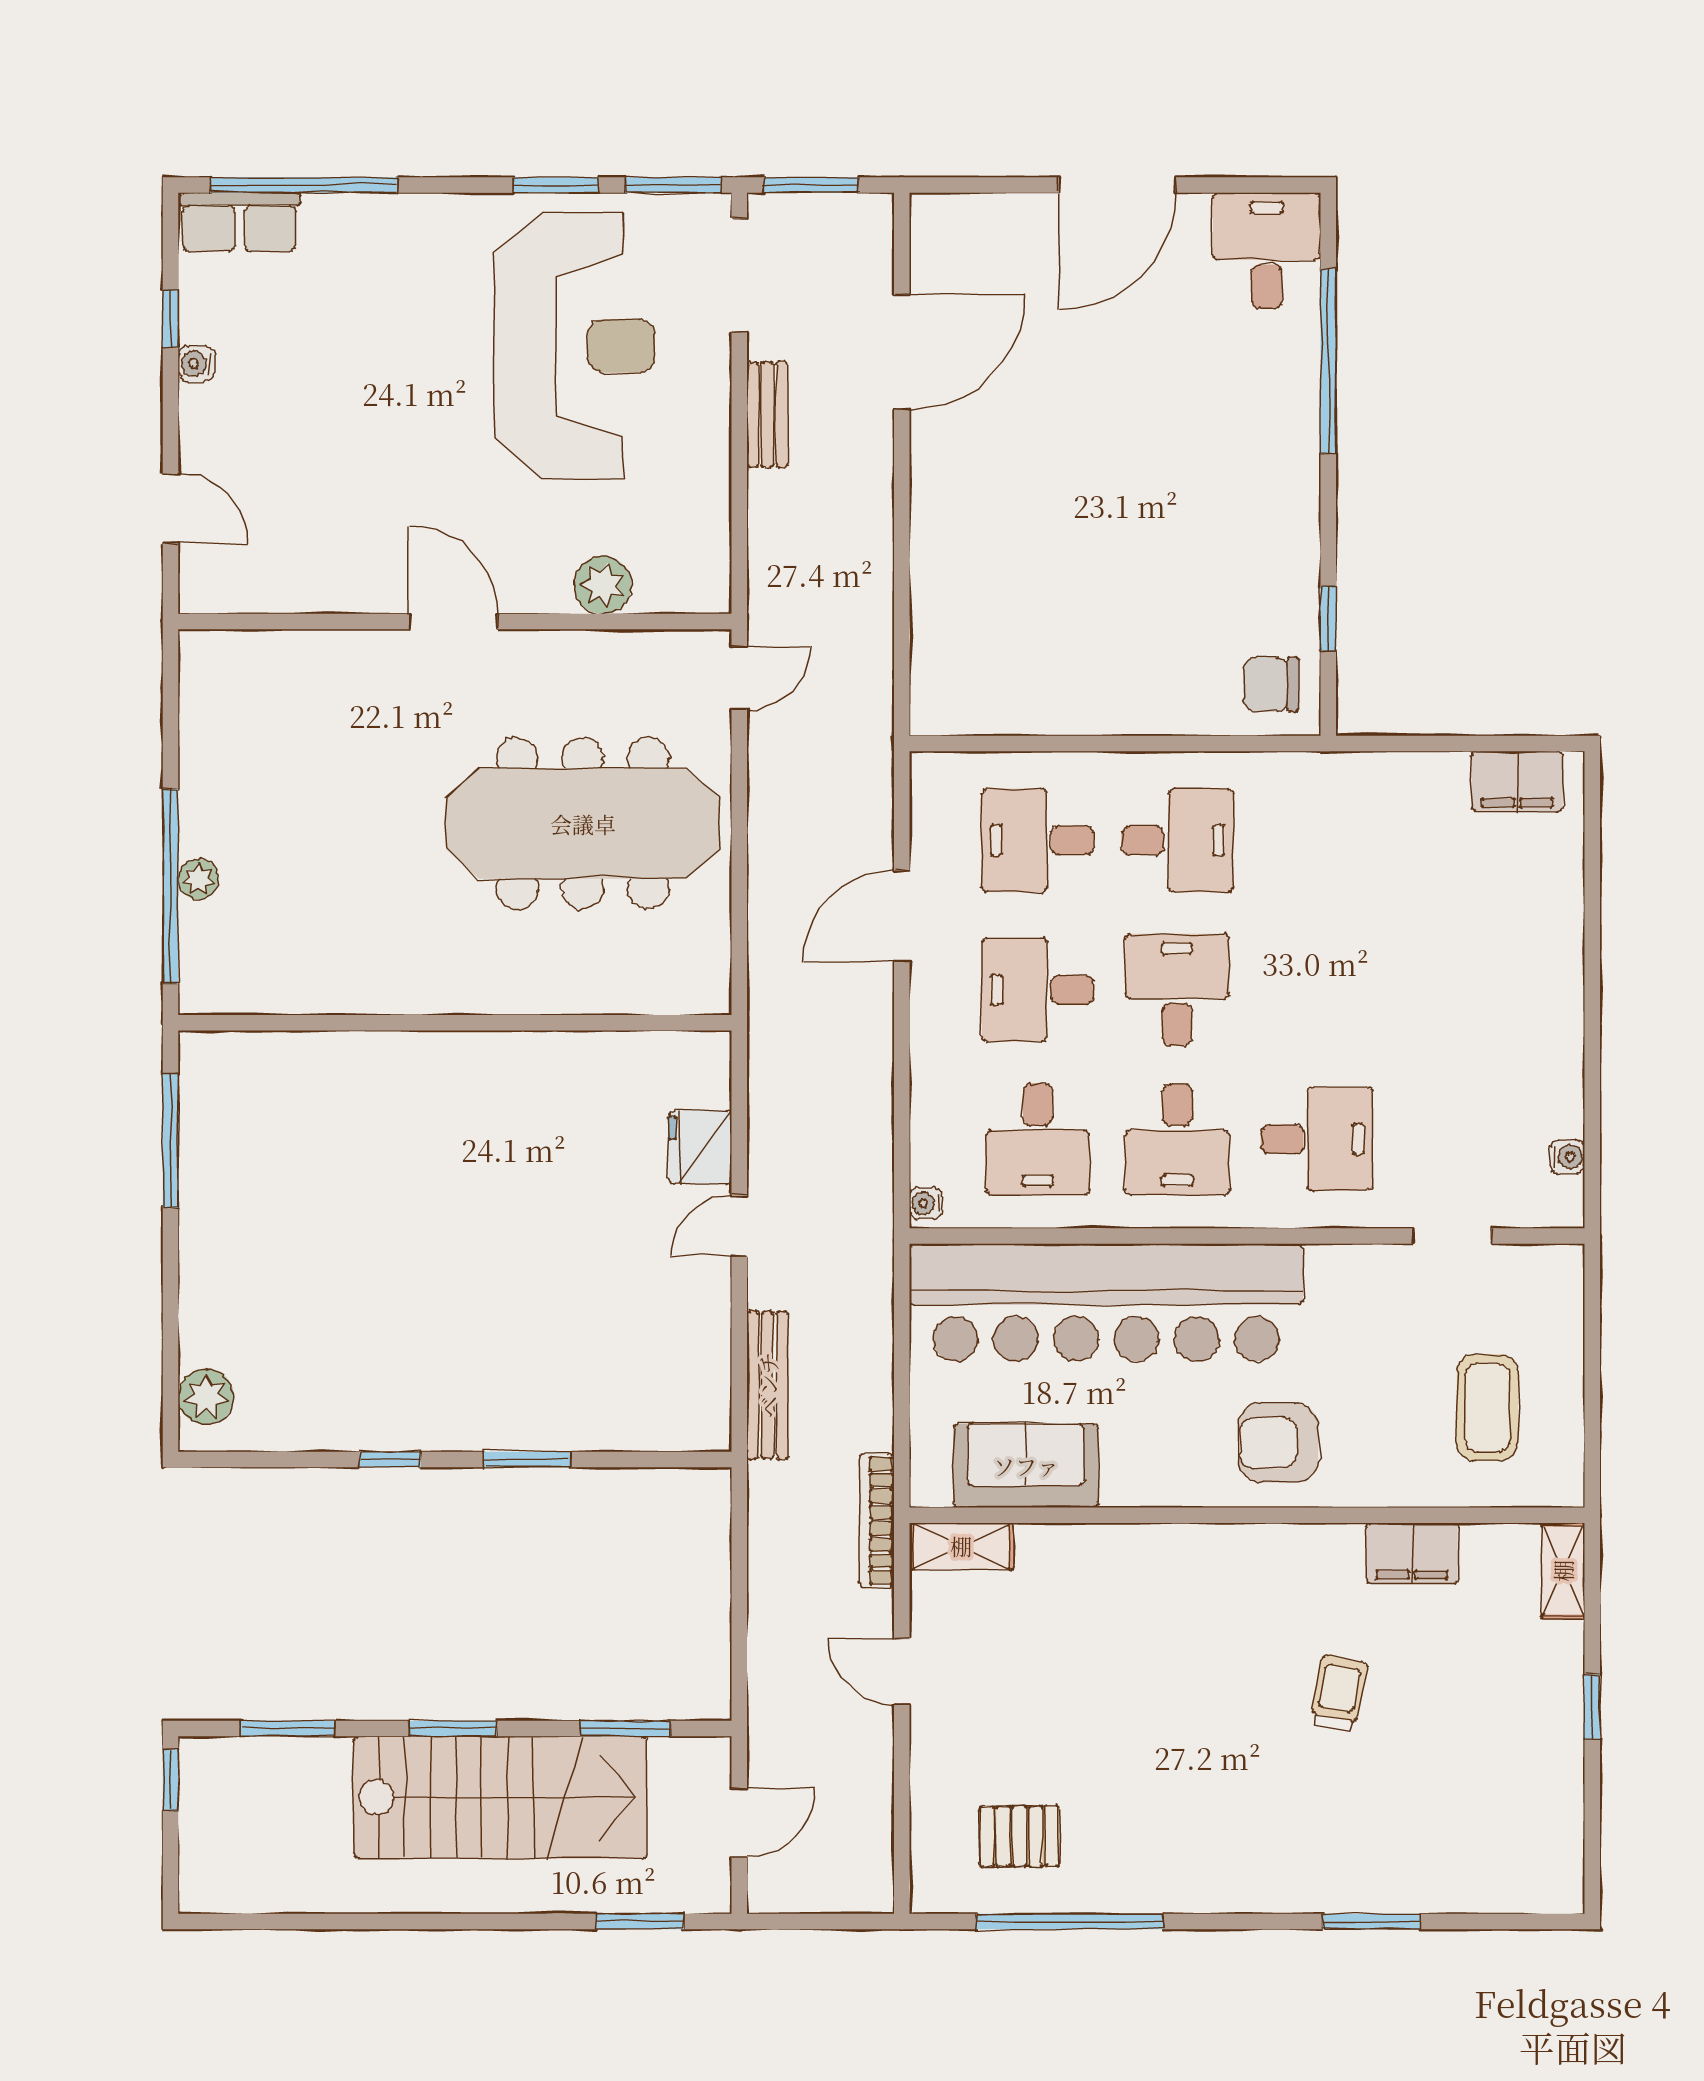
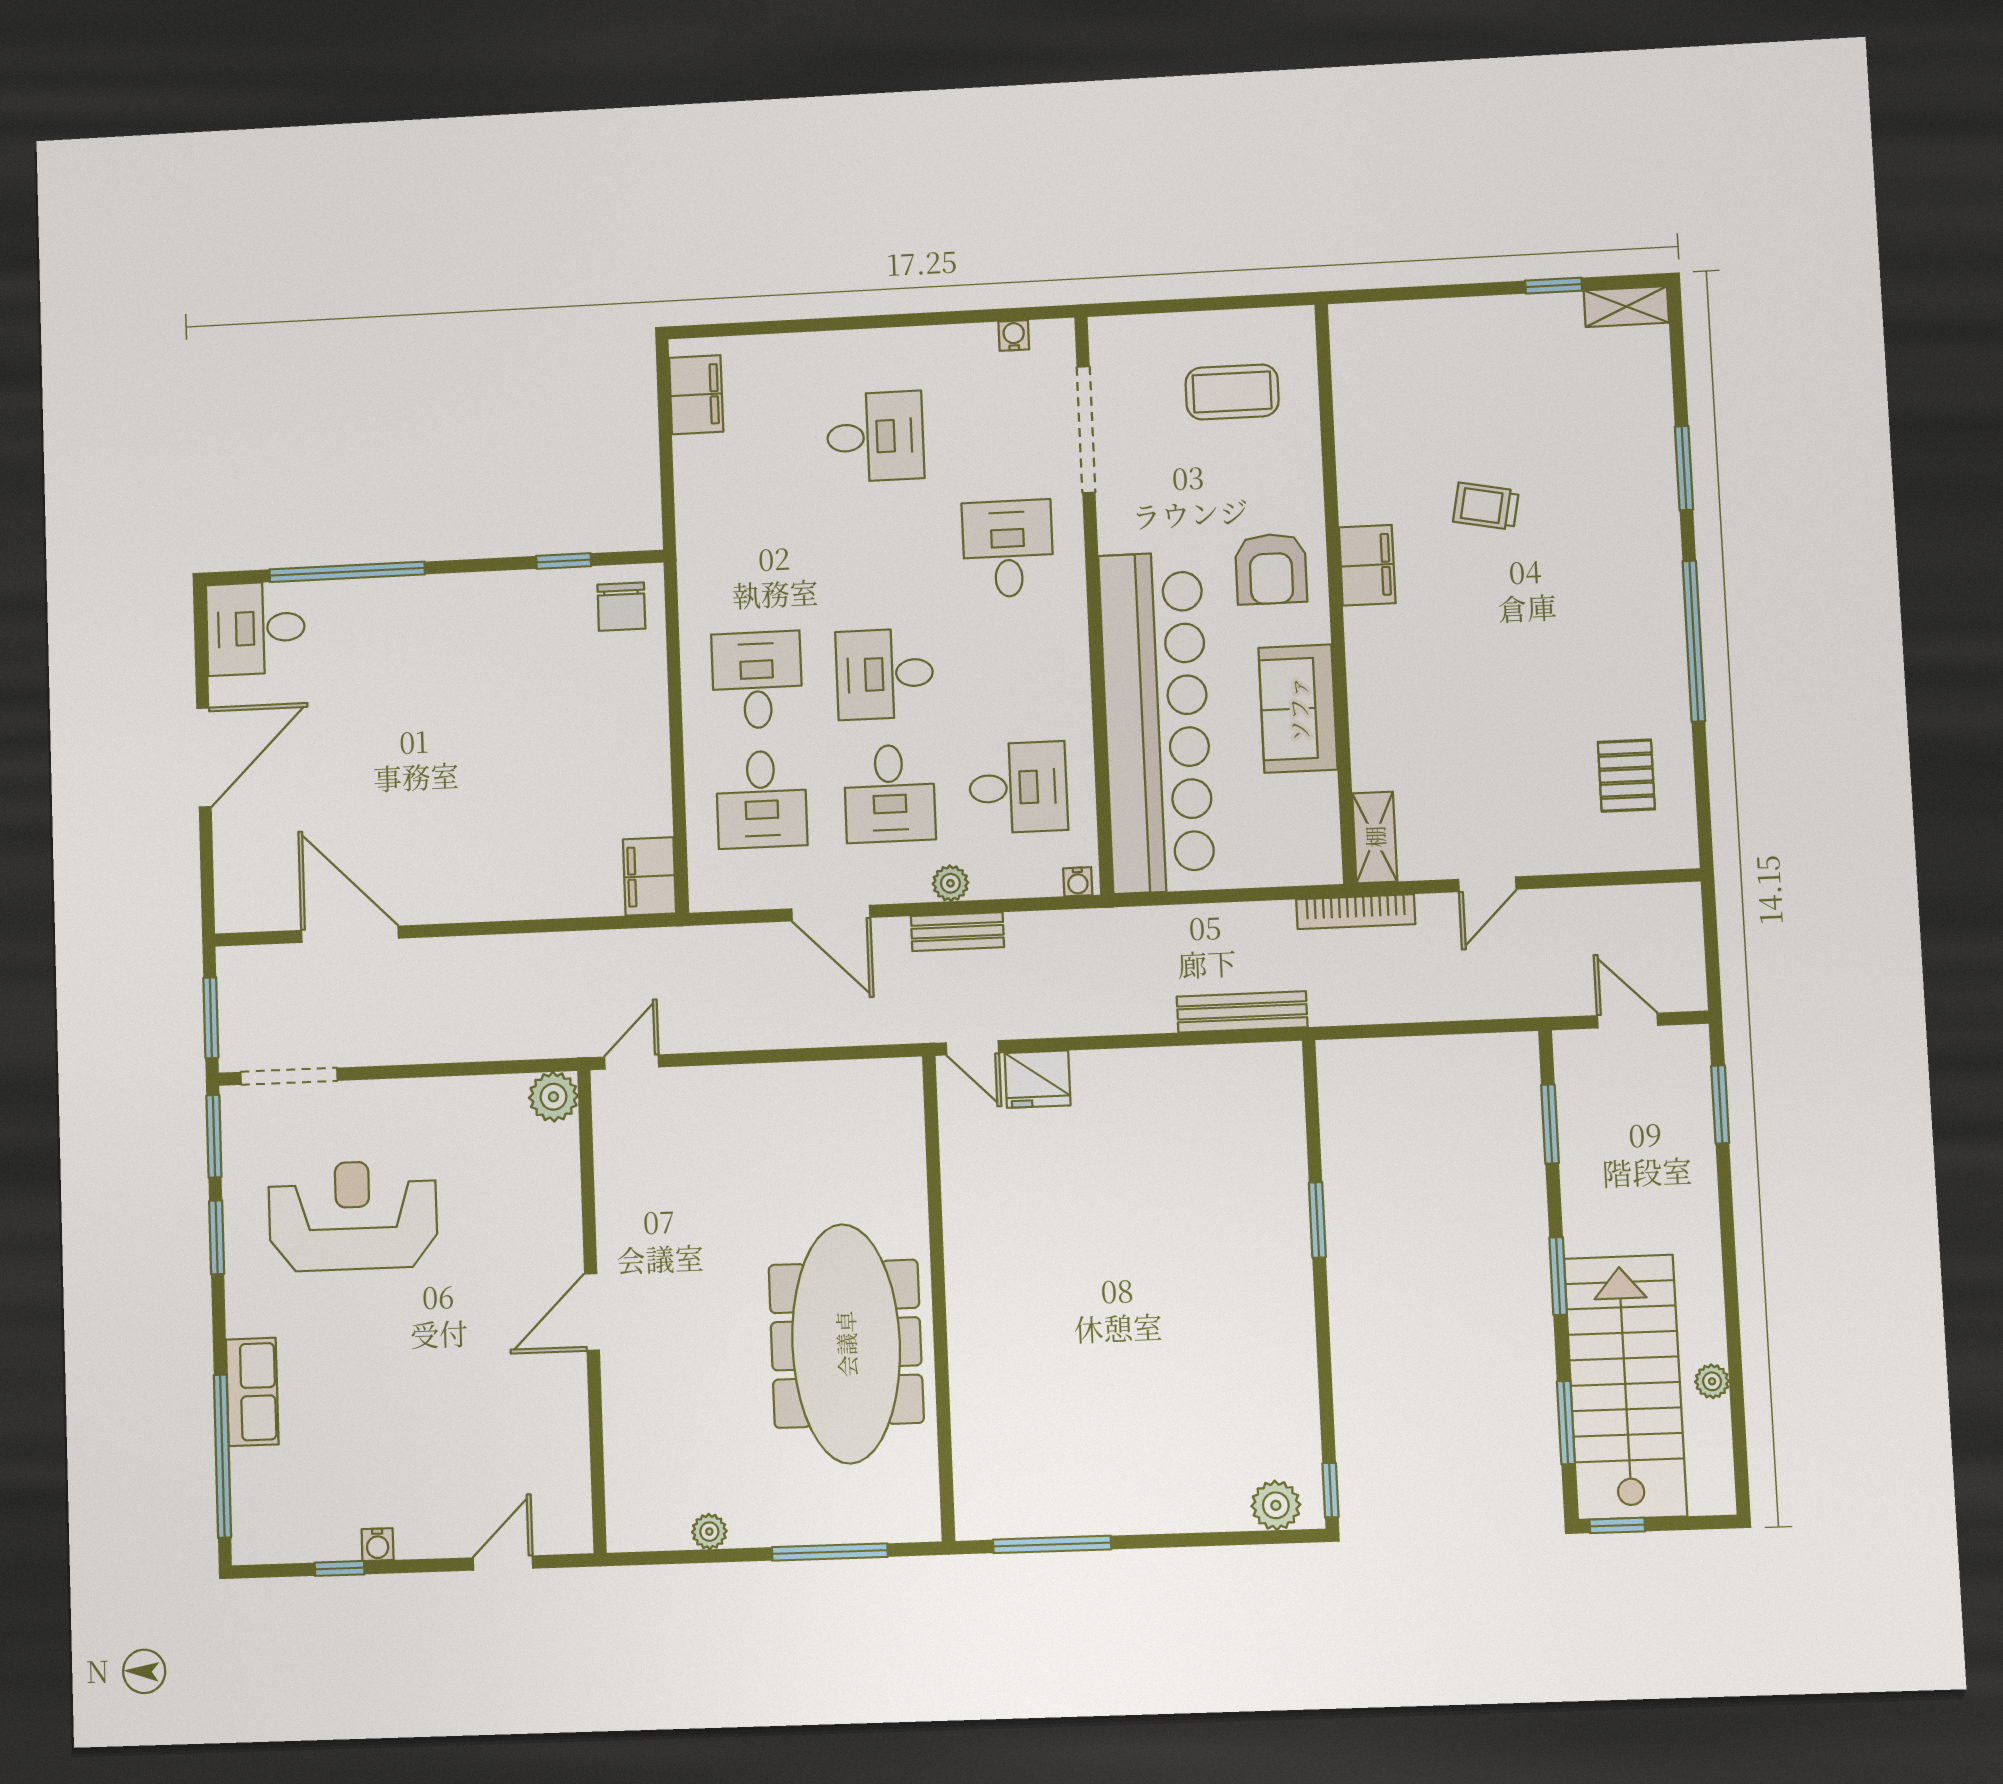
door: (1117, 185) -> (204, 757), hinge flipped
row of seats: (240, 222) -> (252, 1392), moved
reception desk: (575, 346) -> (353, 1216), width x0.74, depth x0.77
bench: (767, 414) -> (957, 932), moved
plant: (603, 585) -> (553, 1097), moved
door: (739, 678) -> (632, 1062), hinge flipped
filing cabinet: (954, 706) -> (649, 876), added
meeting table: (583, 824) -> (846, 1344), moved
plant: (198, 879) -> (709, 1532), moved
window: (171, 886) -> (830, 1552), width x0.68
plant: (930, 1056) -> (950, 883), added
desk: (1177, 1139) -> (875, 437), moved
door: (739, 1226) -> (973, 1048), moved
doorway: (1452, 1236) -> (1086, 430), width x1.88
window: (390, 1459) -> (1330, 1490), moved
sofa: (1026, 1466) -> (1298, 709), moved
filing cabinet: (1412, 1553) -> (1367, 565), moved
shelving: (1563, 1571) -> (1626, 307), moved
window: (1592, 1707) -> (1554, 286), moved
stairs: (500, 1797) -> (1625, 1387), moved
plant: (328, 1895) -> (1712, 1381), added
window: (1070, 1921) -> (1694, 641), moved

